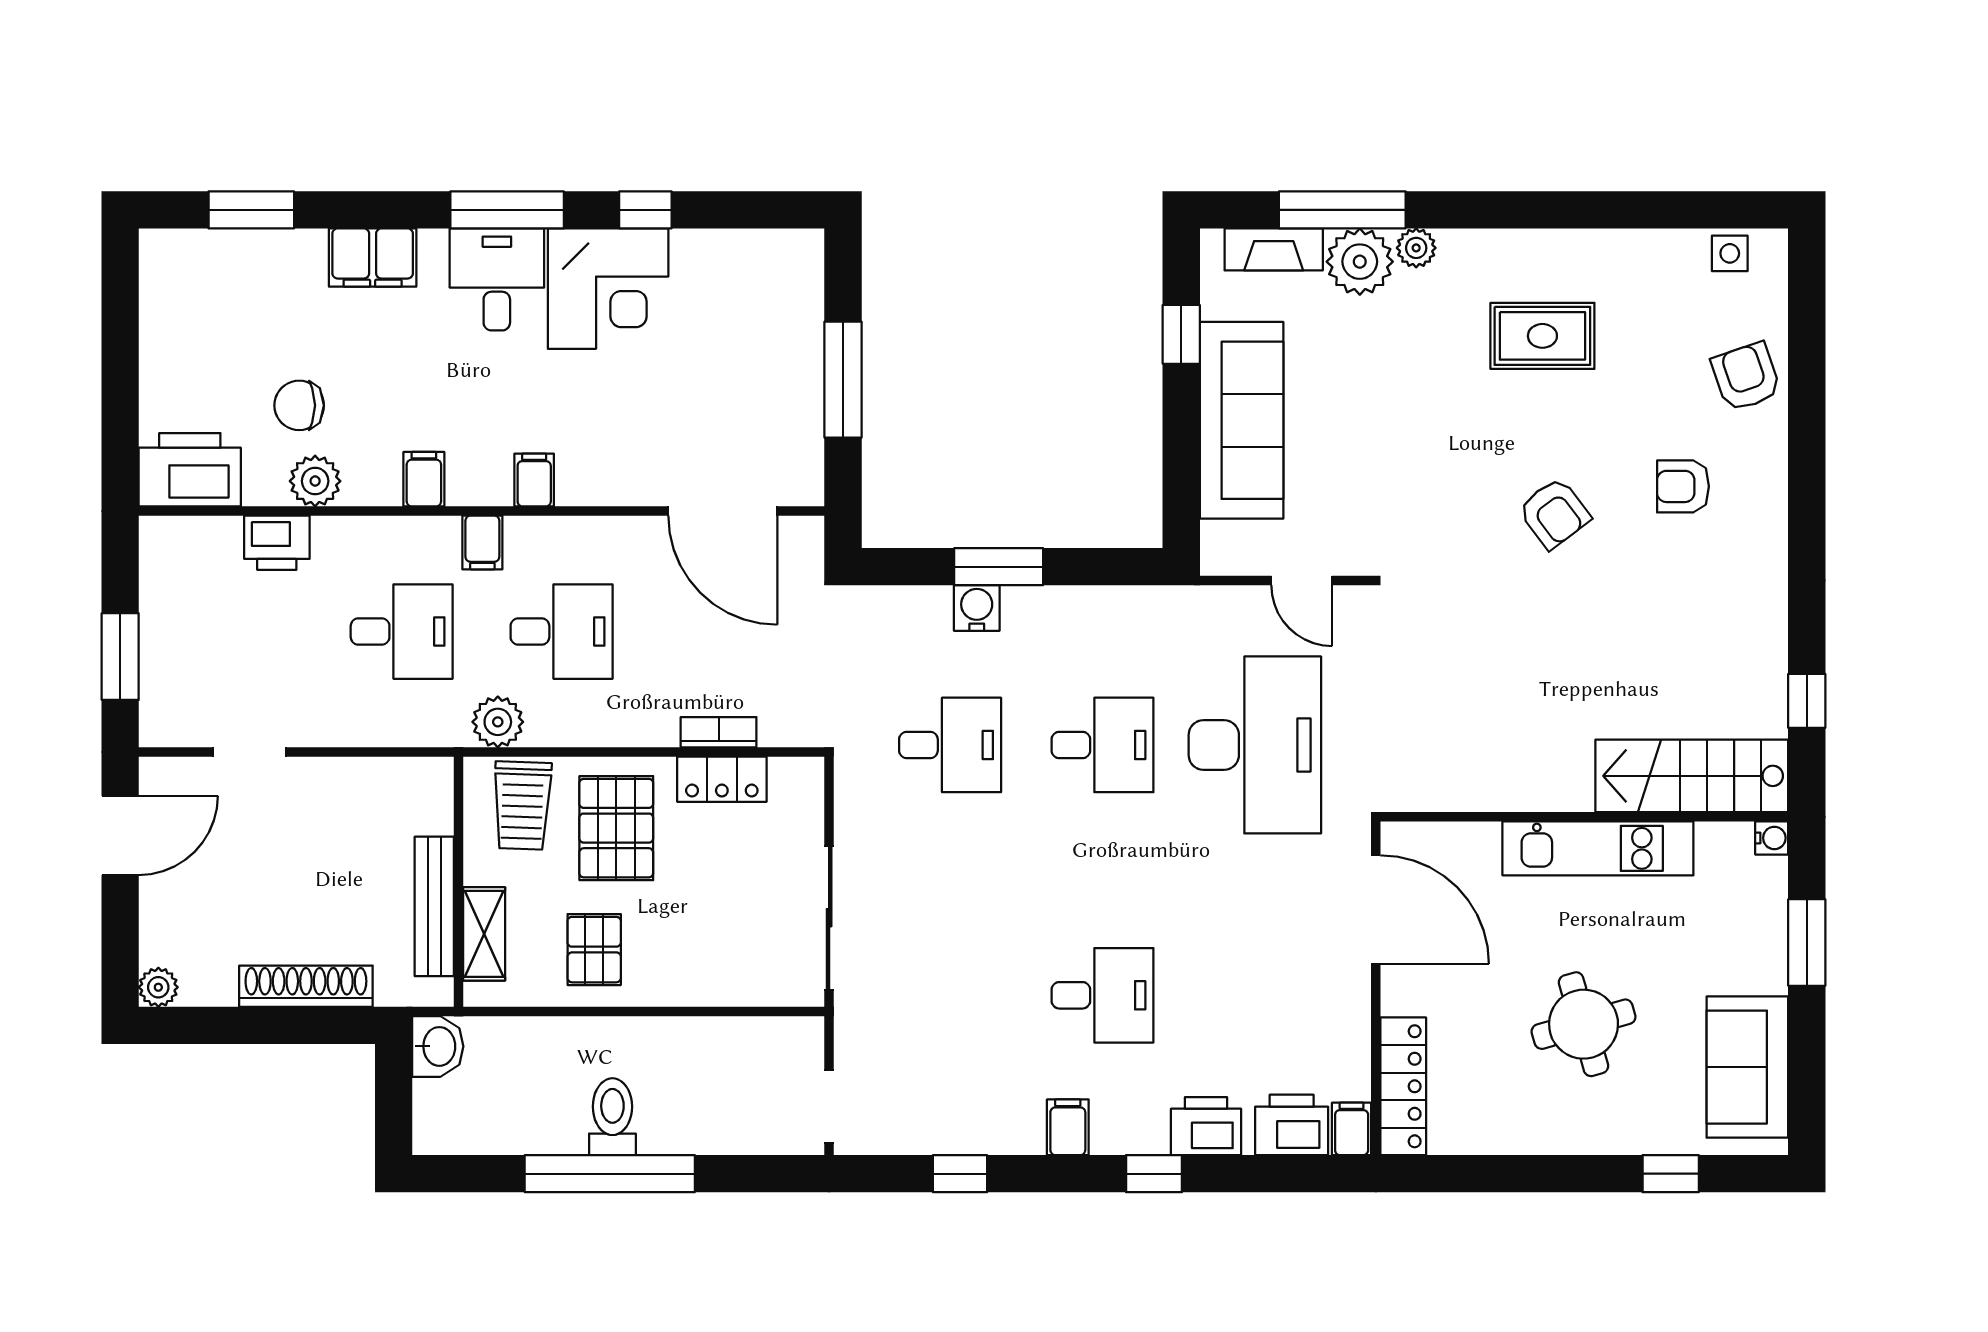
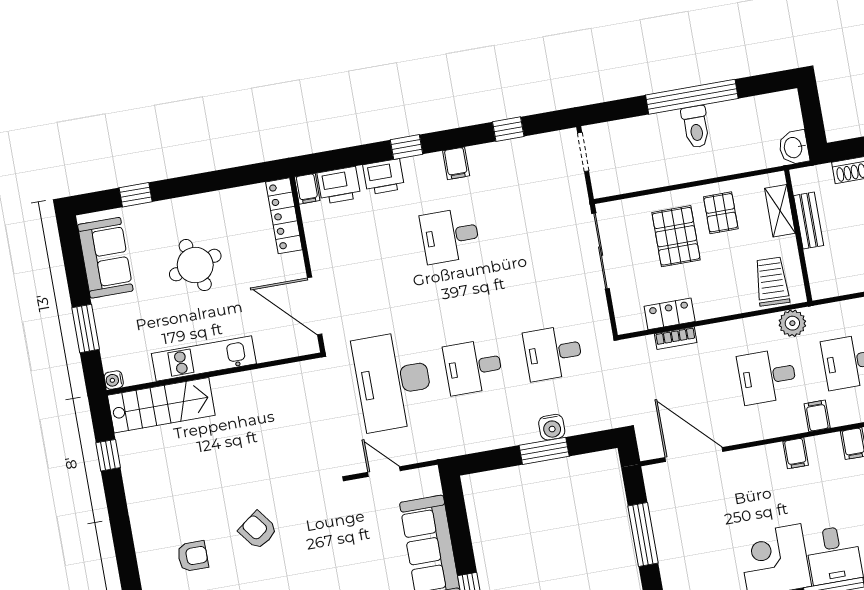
pallet: (616, 828) -> (676, 236), moved
bench: (434, 906) -> (809, 221), width x0.73

